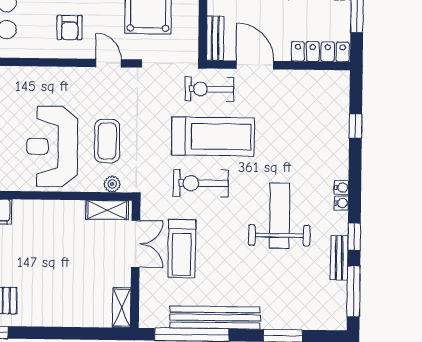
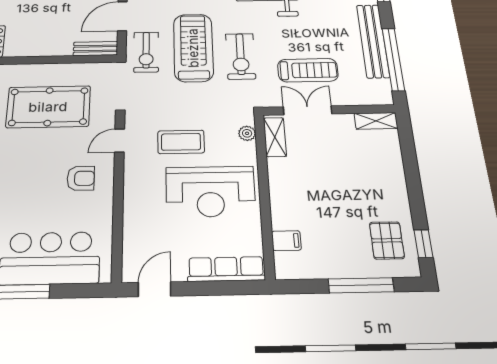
coffee table: (107, 141) -> (181, 142), moved

